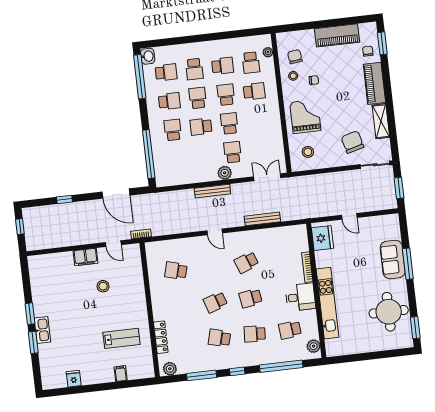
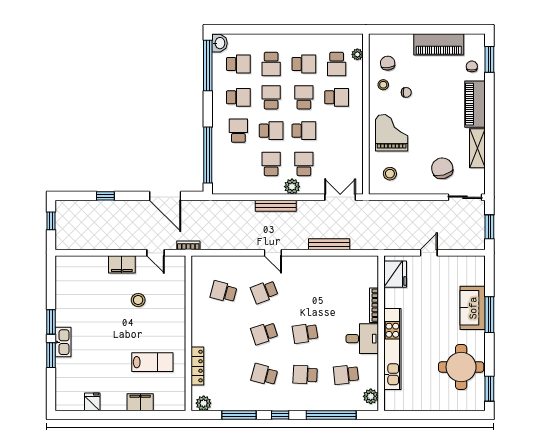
school desk: (229, 123) -> (304, 131), turned 90
school desk: (201, 127) -> (271, 131), turned 180
school desk: (204, 155) -> (271, 164), added
door: (349, 216) -> (429, 253), swing flipped
school desk: (246, 262) -> (264, 292), moved
filing cabinet: (121, 374) -> (140, 402), width x2.00

